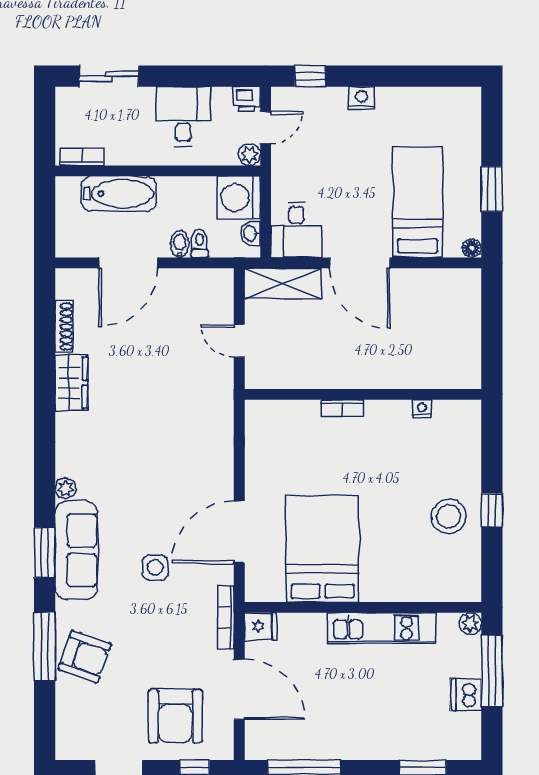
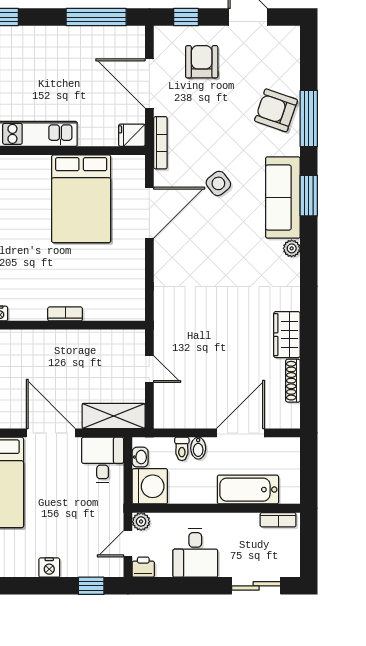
side table: (155, 567) -> (218, 183), turned -38
armchair: (175, 716) -> (202, 62), width x0.73, depth x0.73

